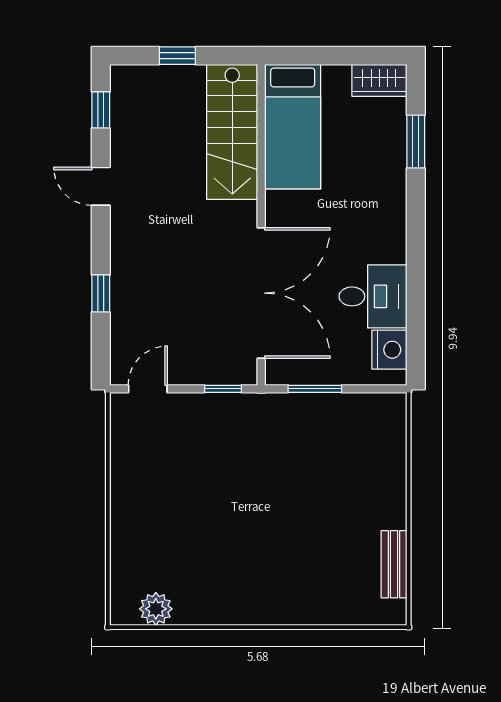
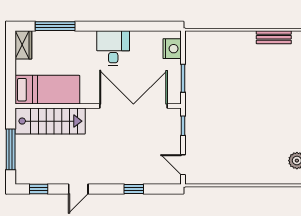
window: (177, 56) -> (11, 149), width x2.17
window: (416, 142) -> (55, 26), width x1.44
desk: (373, 296) -> (113, 48), moved
nightstand: (389, 350) -> (172, 49), moved, turned 90

